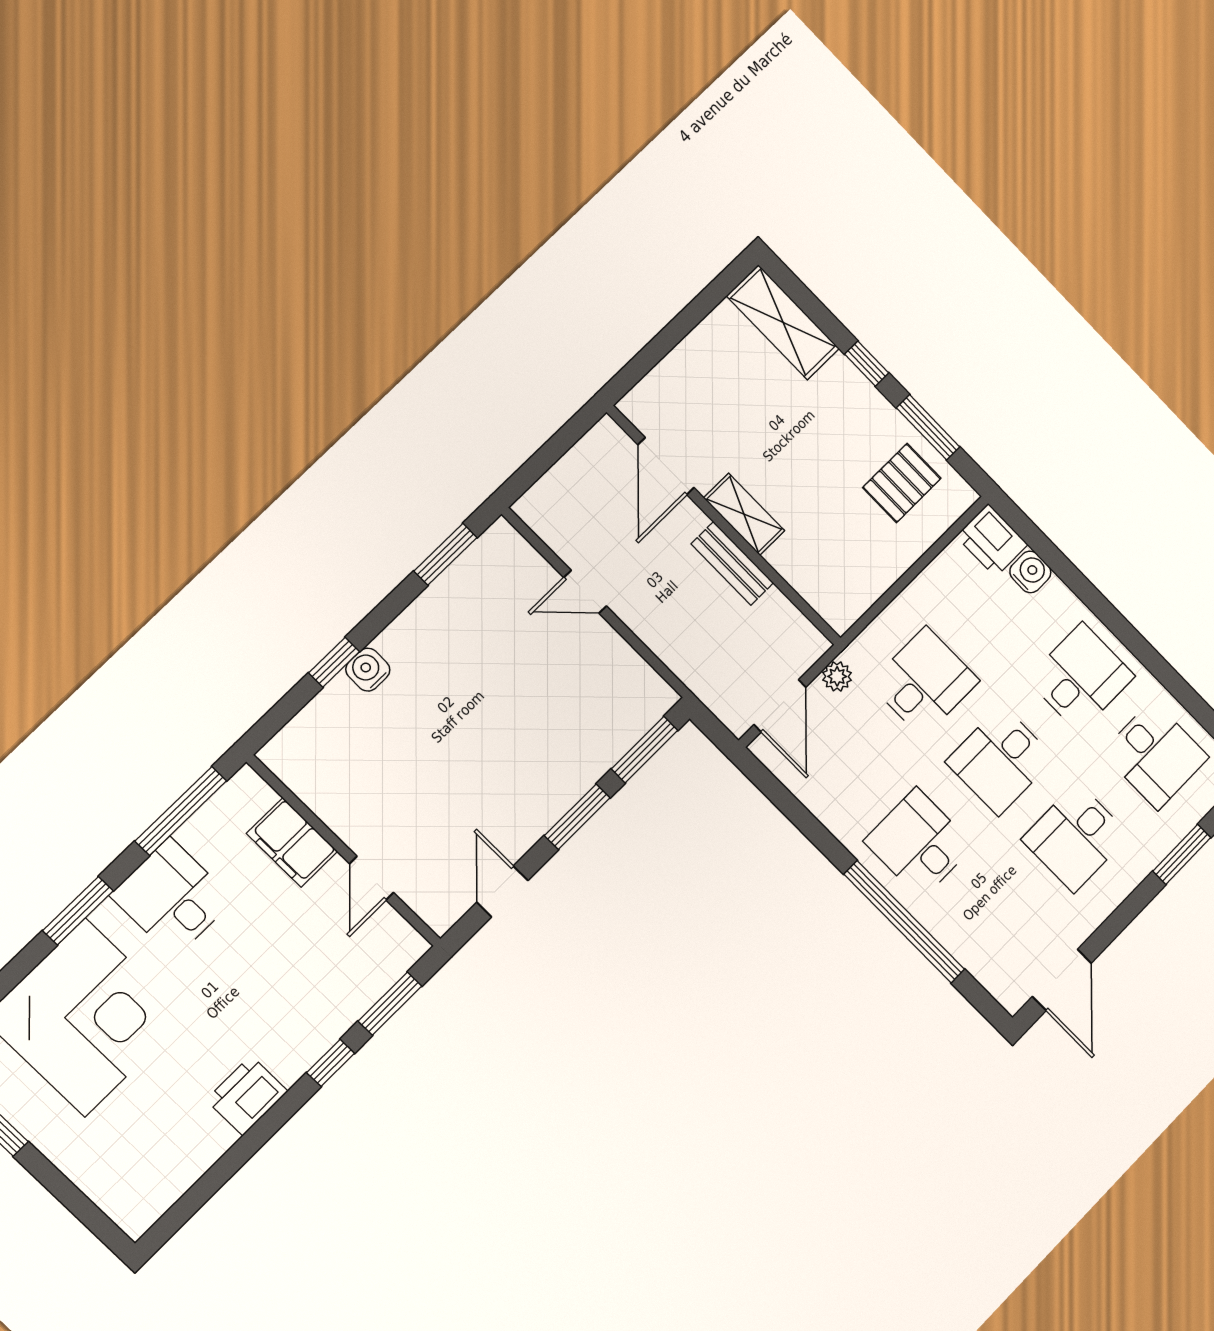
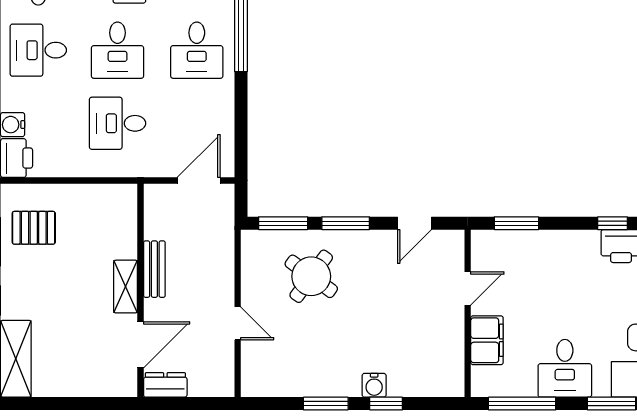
dresser: (596, 448) -> (165, 385), added
window: (445, 554) -> (326, 404), moved
plant: (837, 676) -> (157, 167), removed
round table: (557, 722) -> (311, 276), added
desk: (1000, 760) -> (118, 50), turned 90
window: (331, 1063) -> (613, 223), moved

